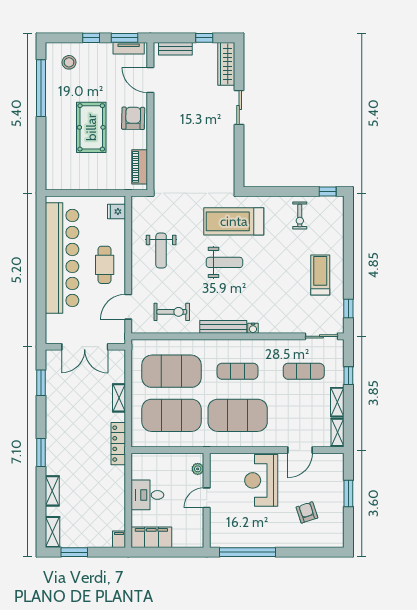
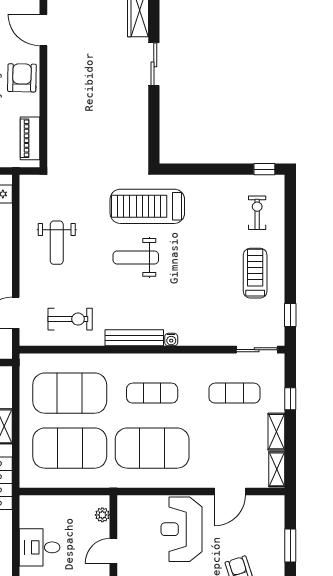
exercise bike: (300, 216) -> (257, 213), moved, turned 180
weight bench: (224, 262) -> (136, 257), turned 180

